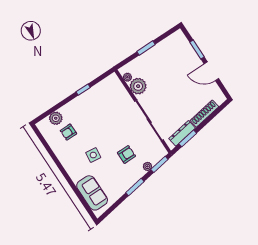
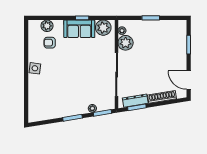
door: (211, 71) -> (189, 80), moved
plant: (108, 86) -> (103, 28), added
armchair: (126, 154) -> (82, 89), removed
side table: (93, 155) -> (35, 68), moved
sofa: (92, 193) -> (79, 29), moved, turned 90

